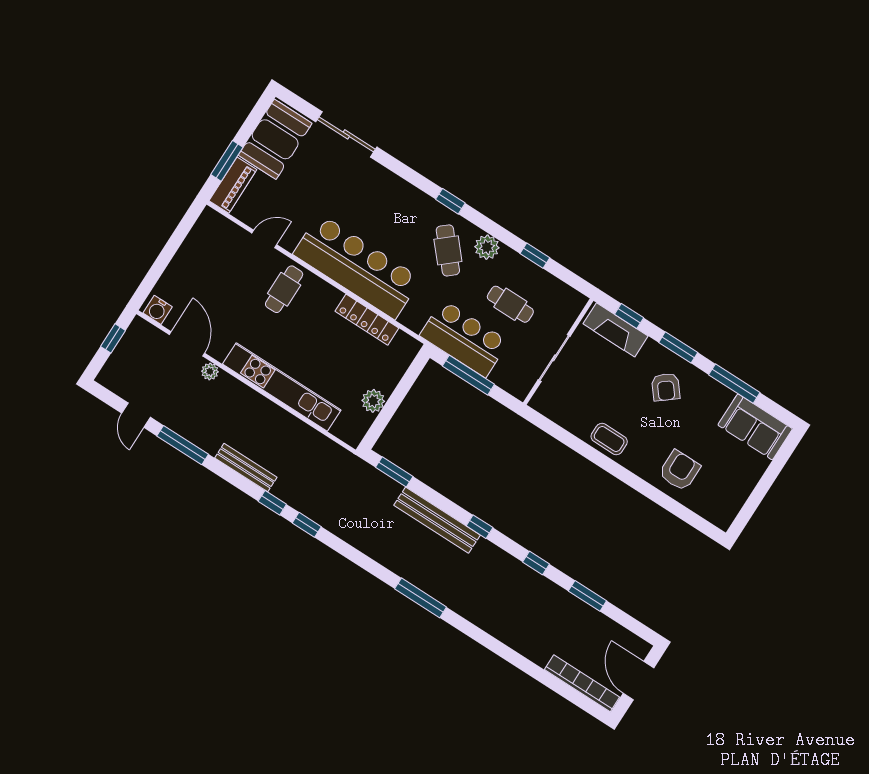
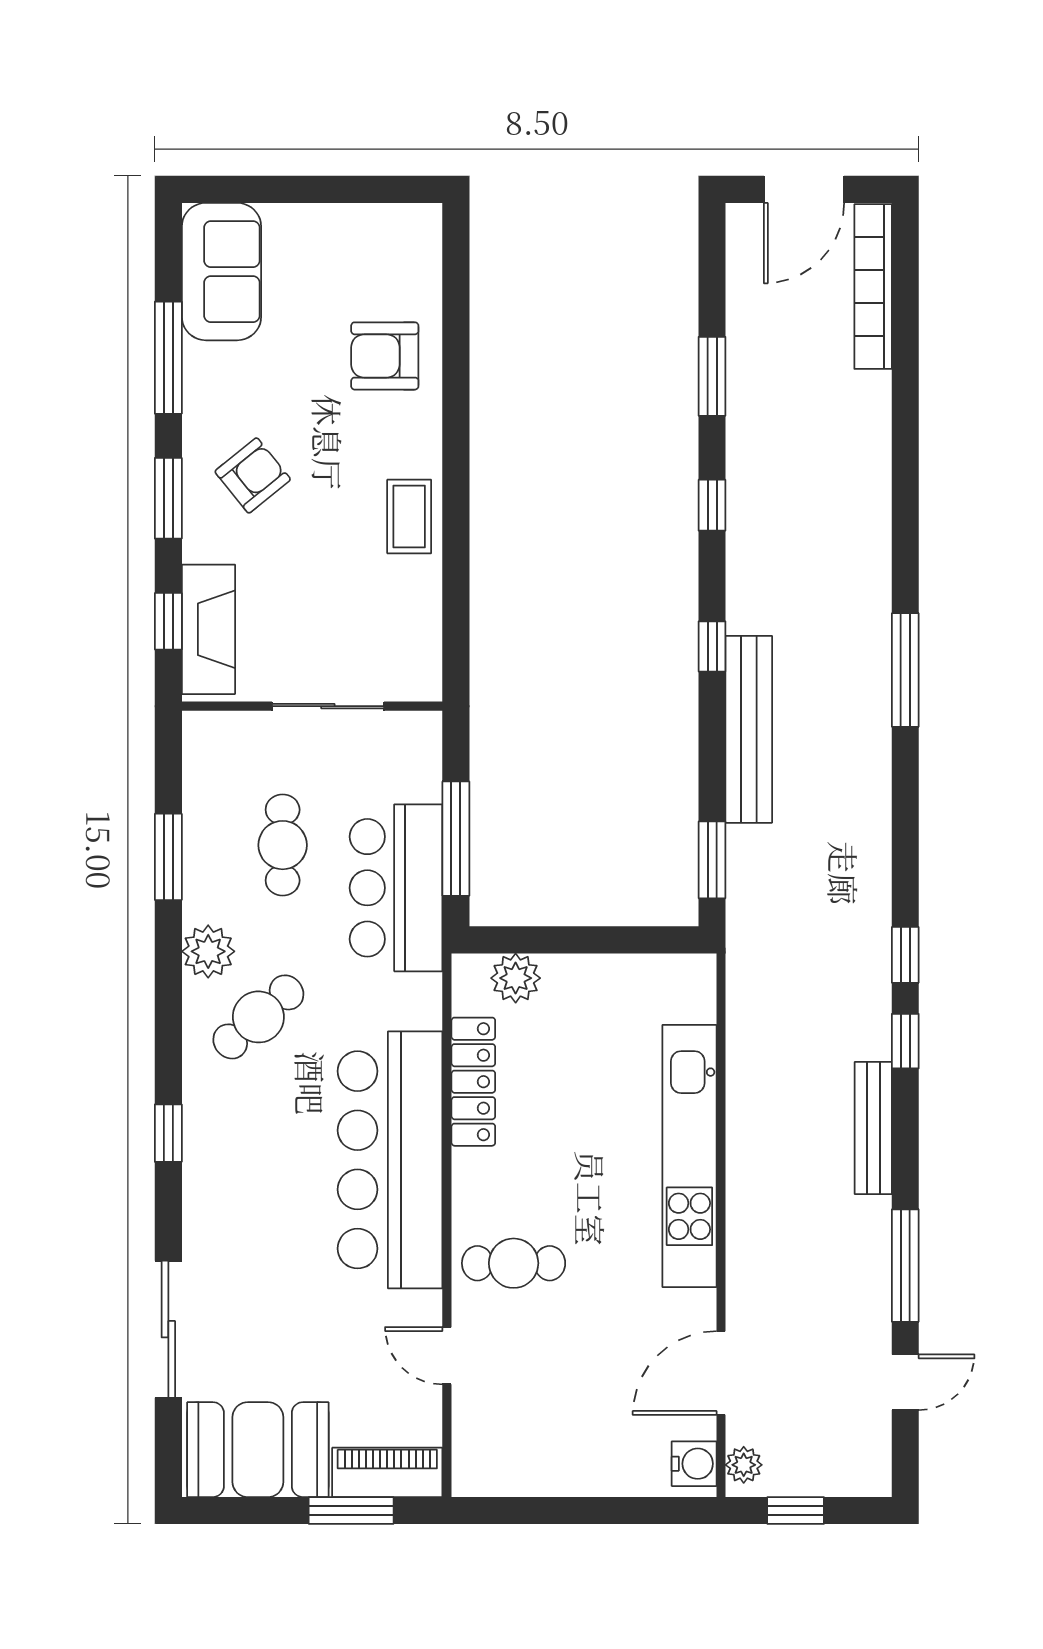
window: (450, 201) -> (168, 1133), moved
window: (535, 256) -> (168, 857), width x1.50
plant: (210, 371) -> (744, 1465), moved
plant: (373, 401) -> (516, 978), moved

